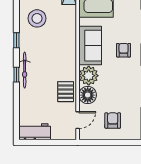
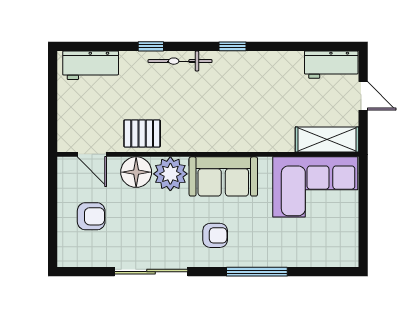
stool: (37, 18) -> (271, 83), removed
window: (16, 75) -> (151, 46), moved
workbench: (35, 132) -> (91, 65), moved, turned 90

